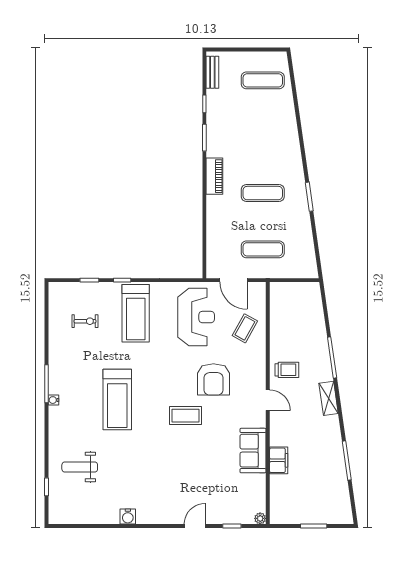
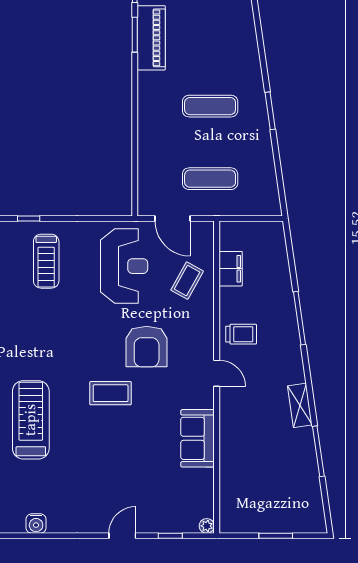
piano: (214, 176) -> (151, 38), moved, width x1.37, depth x1.33
treadmill: (136, 313) -> (46, 261), width x0.73, depth x0.73
shelving: (329, 398) -> (300, 405), moved
treadmill: (117, 399) -> (31, 420), moved, turned 180
filing cabinet: (279, 460) -> (231, 269), moved

